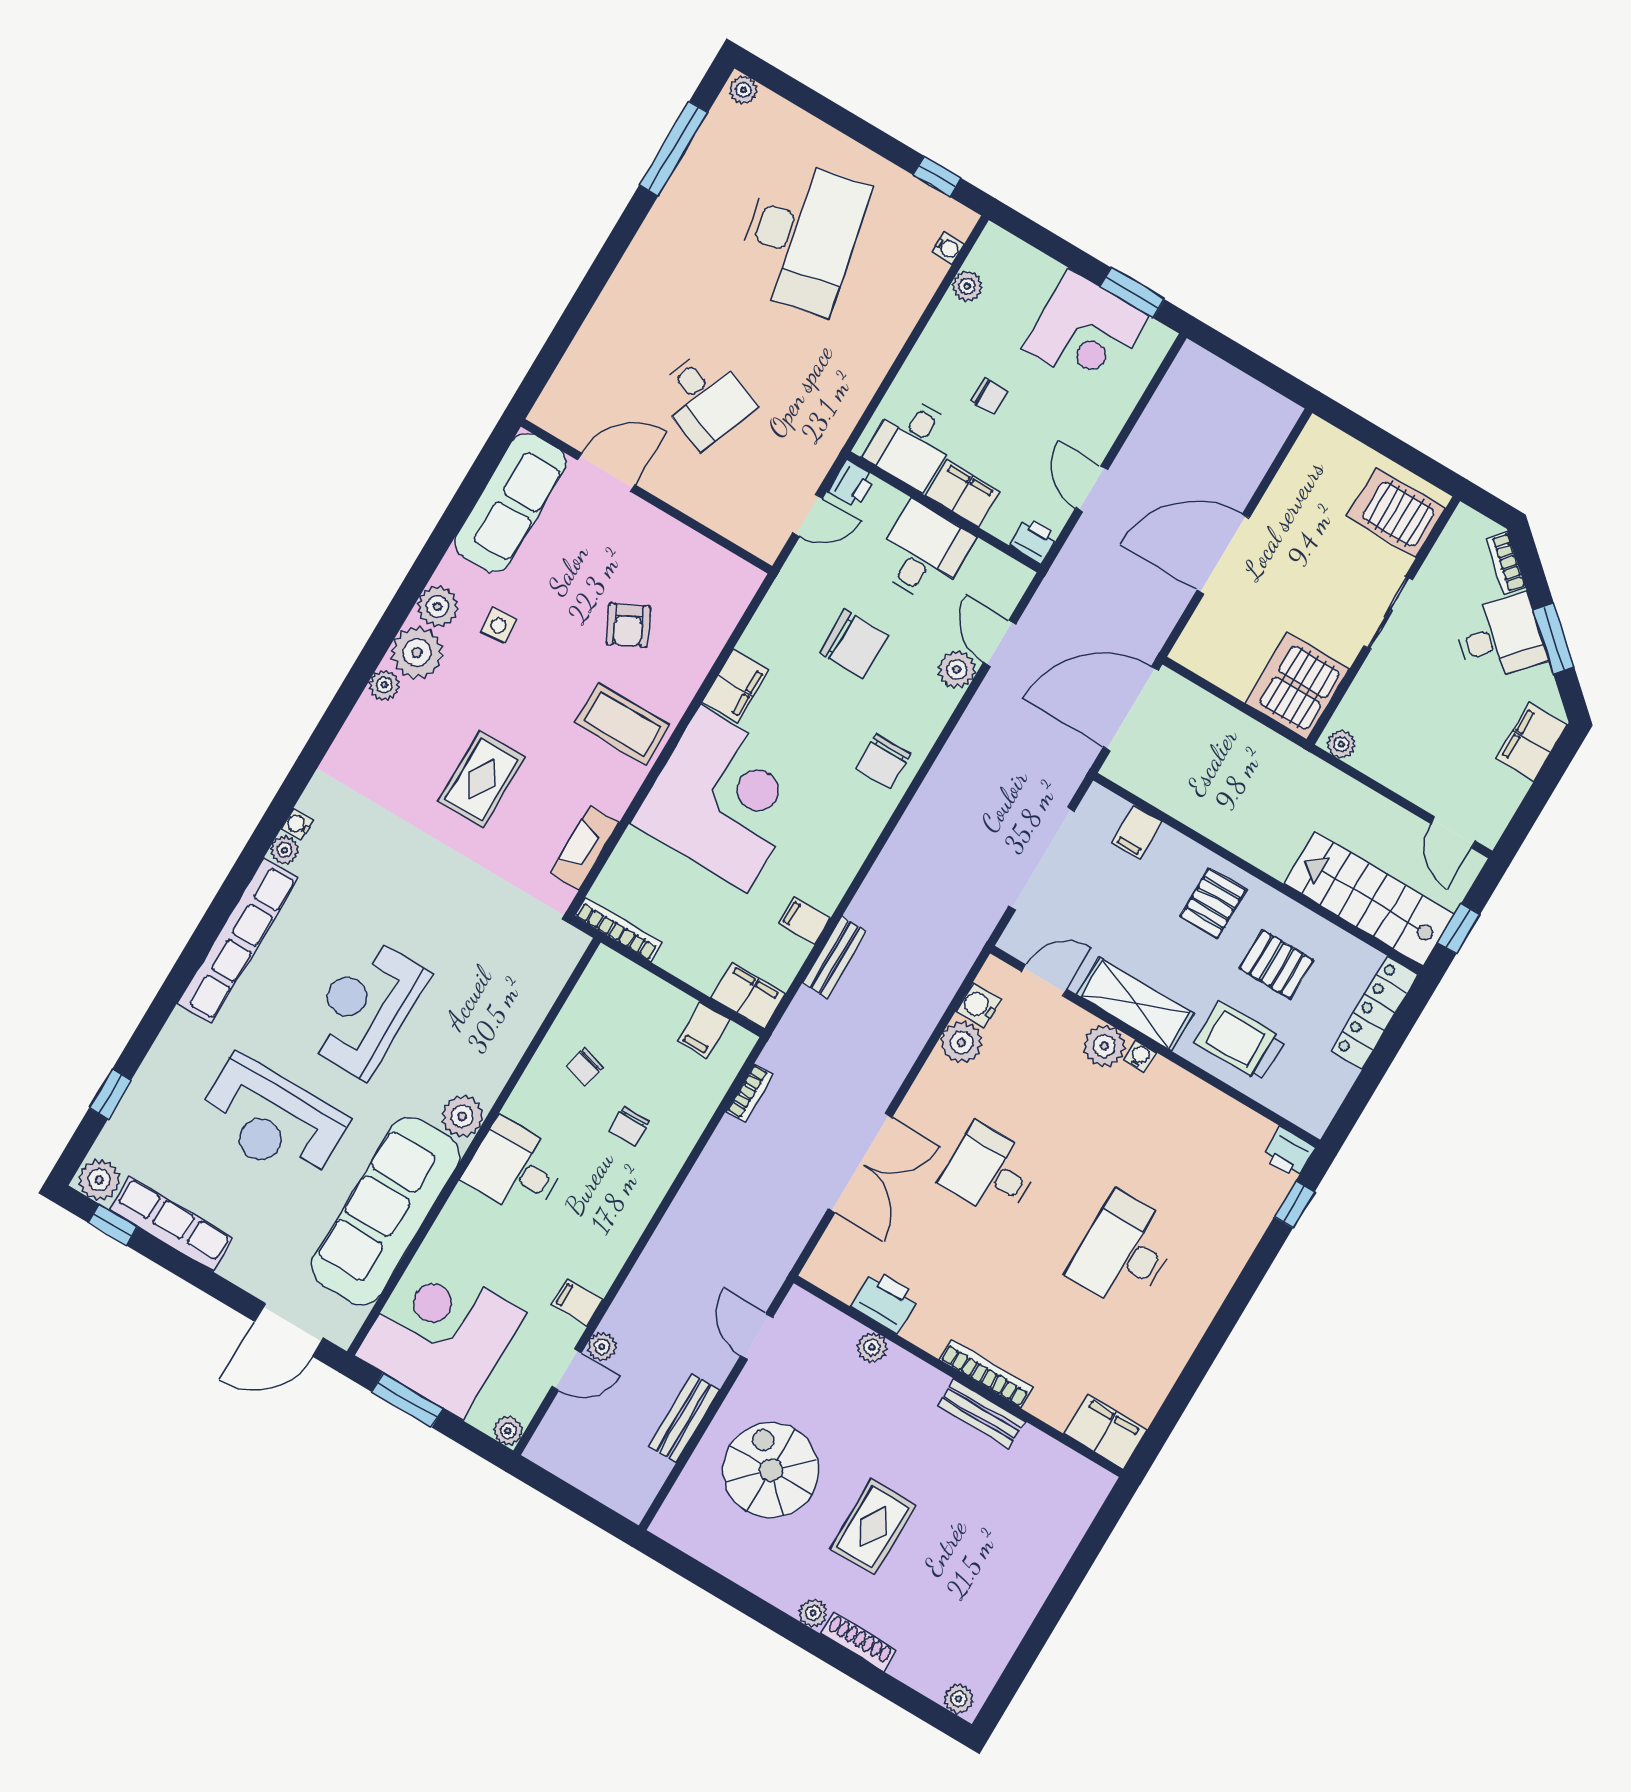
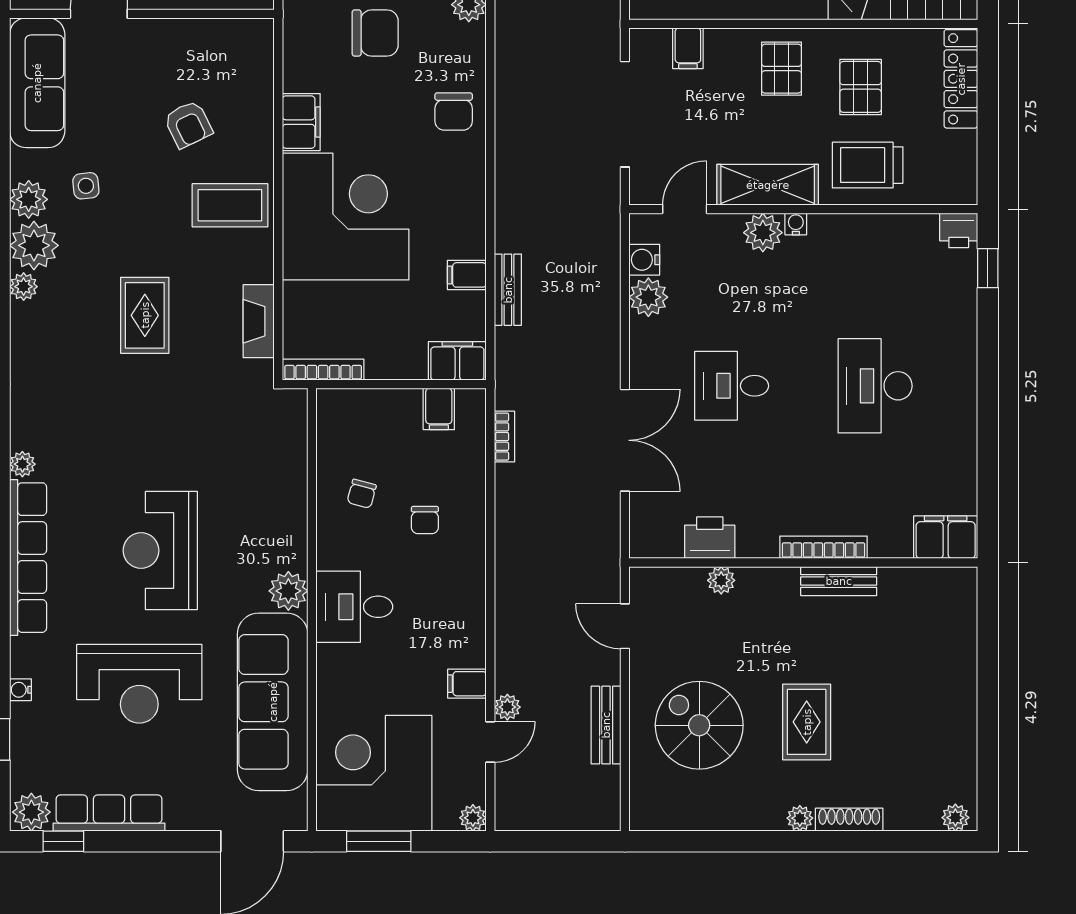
water cooler: (297, 824) -> (20, 690), moved
pallet: (1277, 964) -> (861, 87), turned 90

